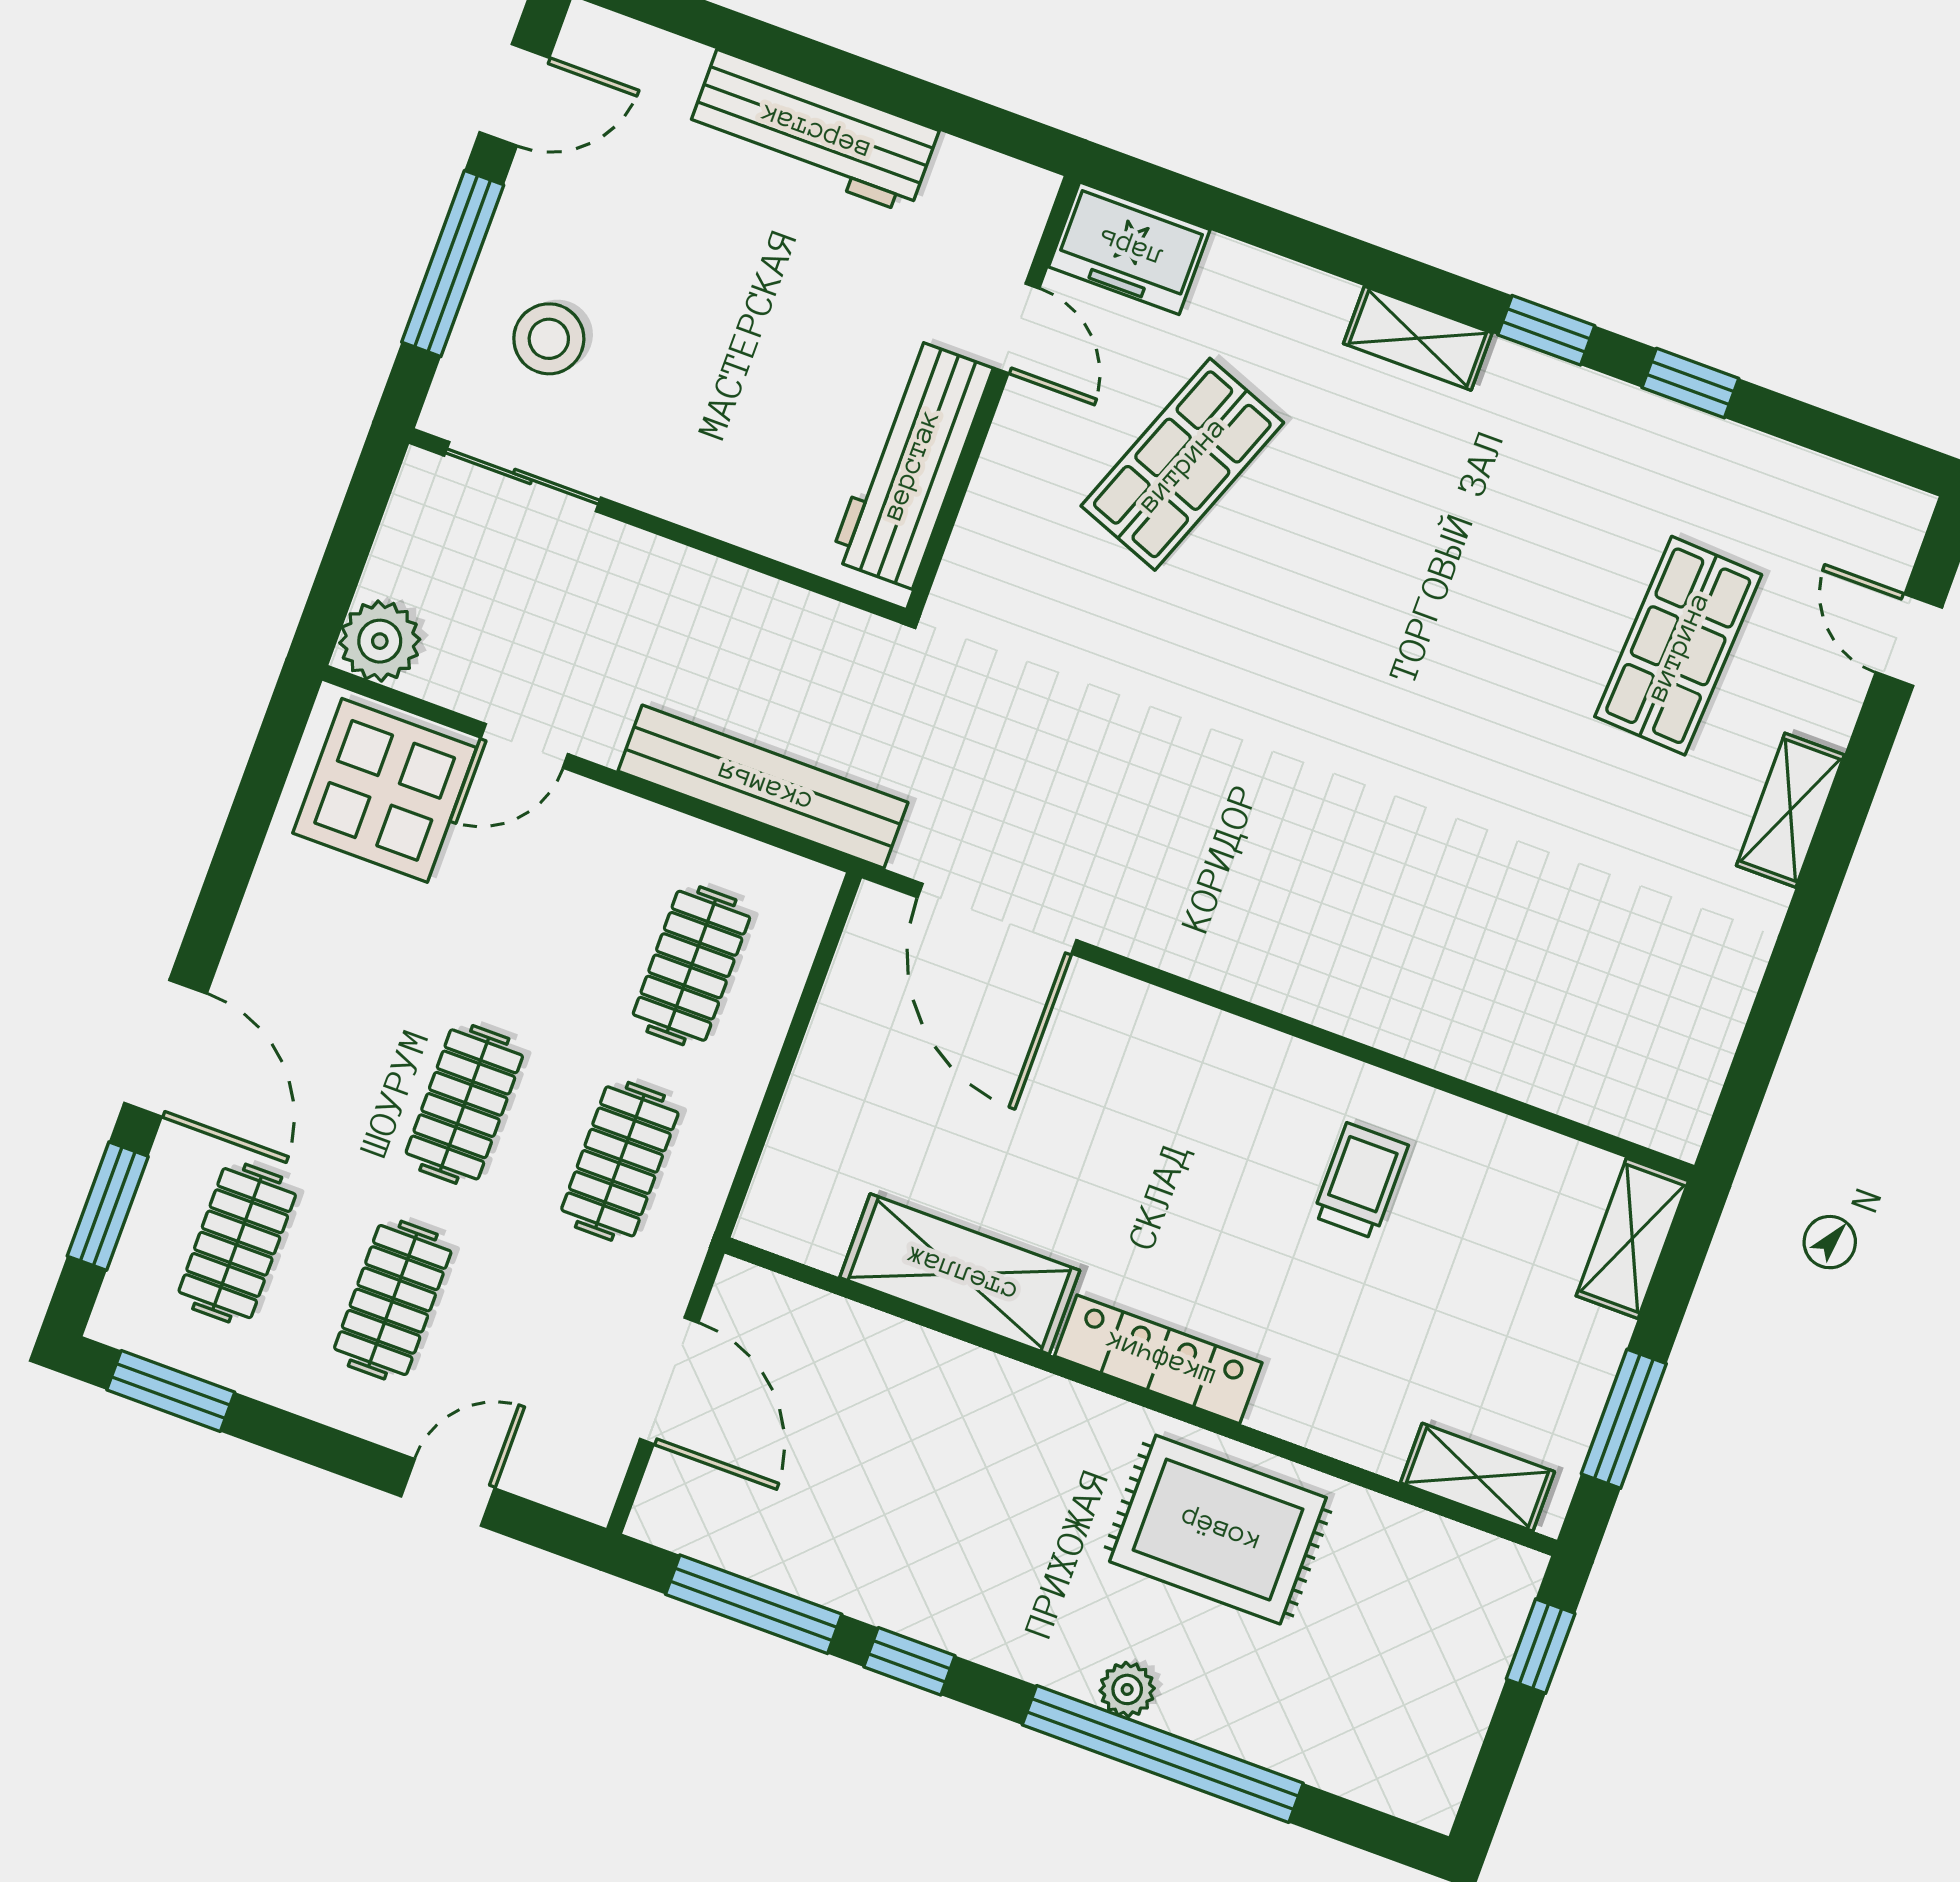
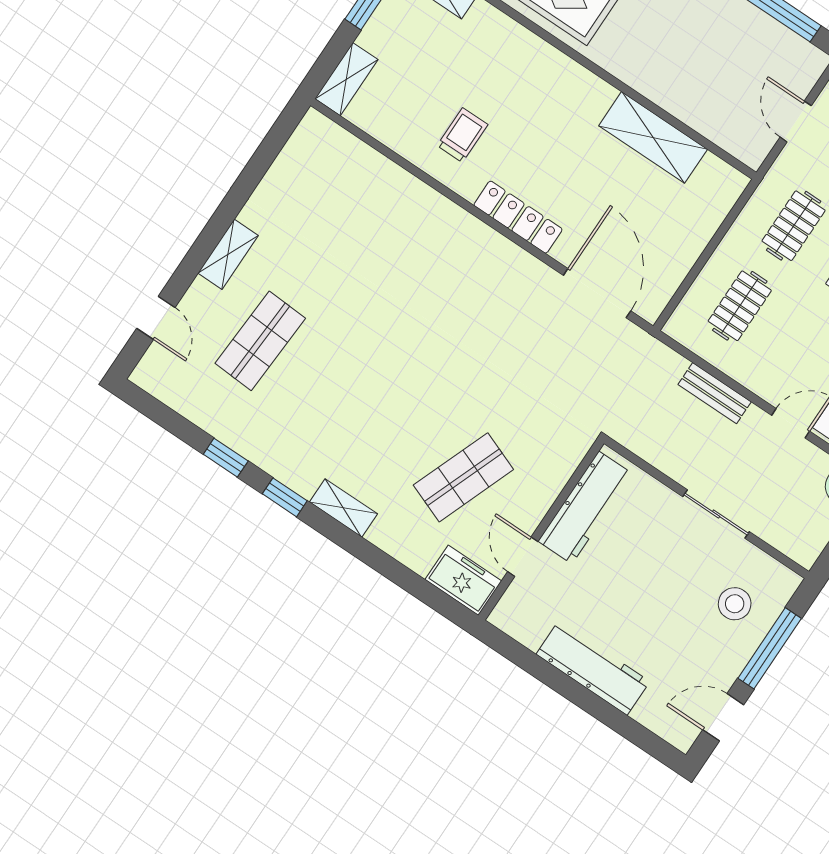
sliding door: (523, 477) -> (716, 514), moved
bench: (763, 787) -> (715, 393), width x0.54, depth x0.82
trolley: (1360, 1181) -> (462, 135), turned 180
locker: (1158, 1359) -> (518, 217), moved, turned 180
door: (669, 1381) -> (796, 121), width x0.73

